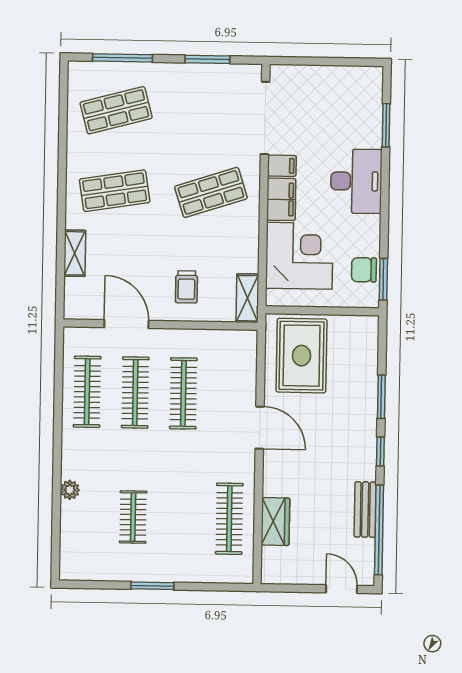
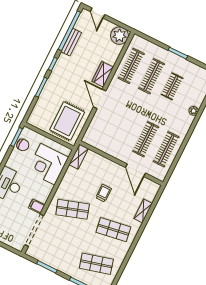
filing cabinet: (281, 199) -> (44, 192), removed
trolley: (186, 287) -> (104, 193), moved
clothes rail: (183, 393) -> (152, 76), moved
wardrobe: (275, 522) -> (103, 74), moved
plant: (279, 566) -> (119, 36), added

